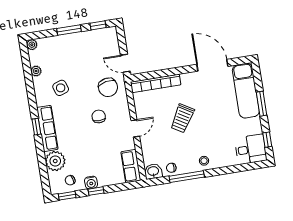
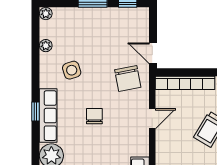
chair: (99, 116) -> (94, 116), moved
door: (135, 128) -> (152, 119), moved

